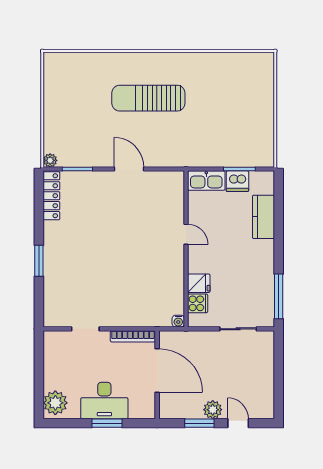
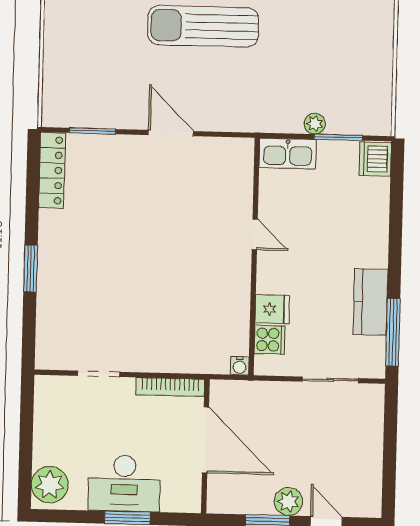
plant: (50, 160) -> (315, 124), moved
dishwasher: (237, 181) -> (375, 159), moved, turned 90
kitchen counter: (263, 217) -> (371, 302), moved

